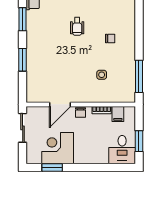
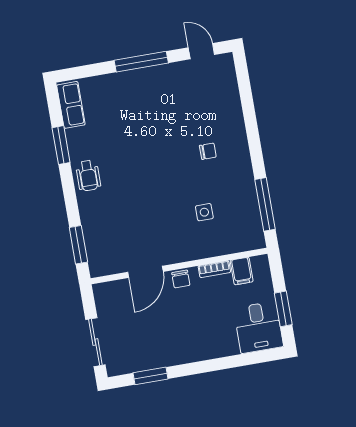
wheelchair: (77, 26) -> (88, 176), moved
window: (23, 60) -> (78, 245), moved
sliding door: (23, 128) -> (95, 342), moved
corner desk: (58, 148) -> (154, 343), removed

